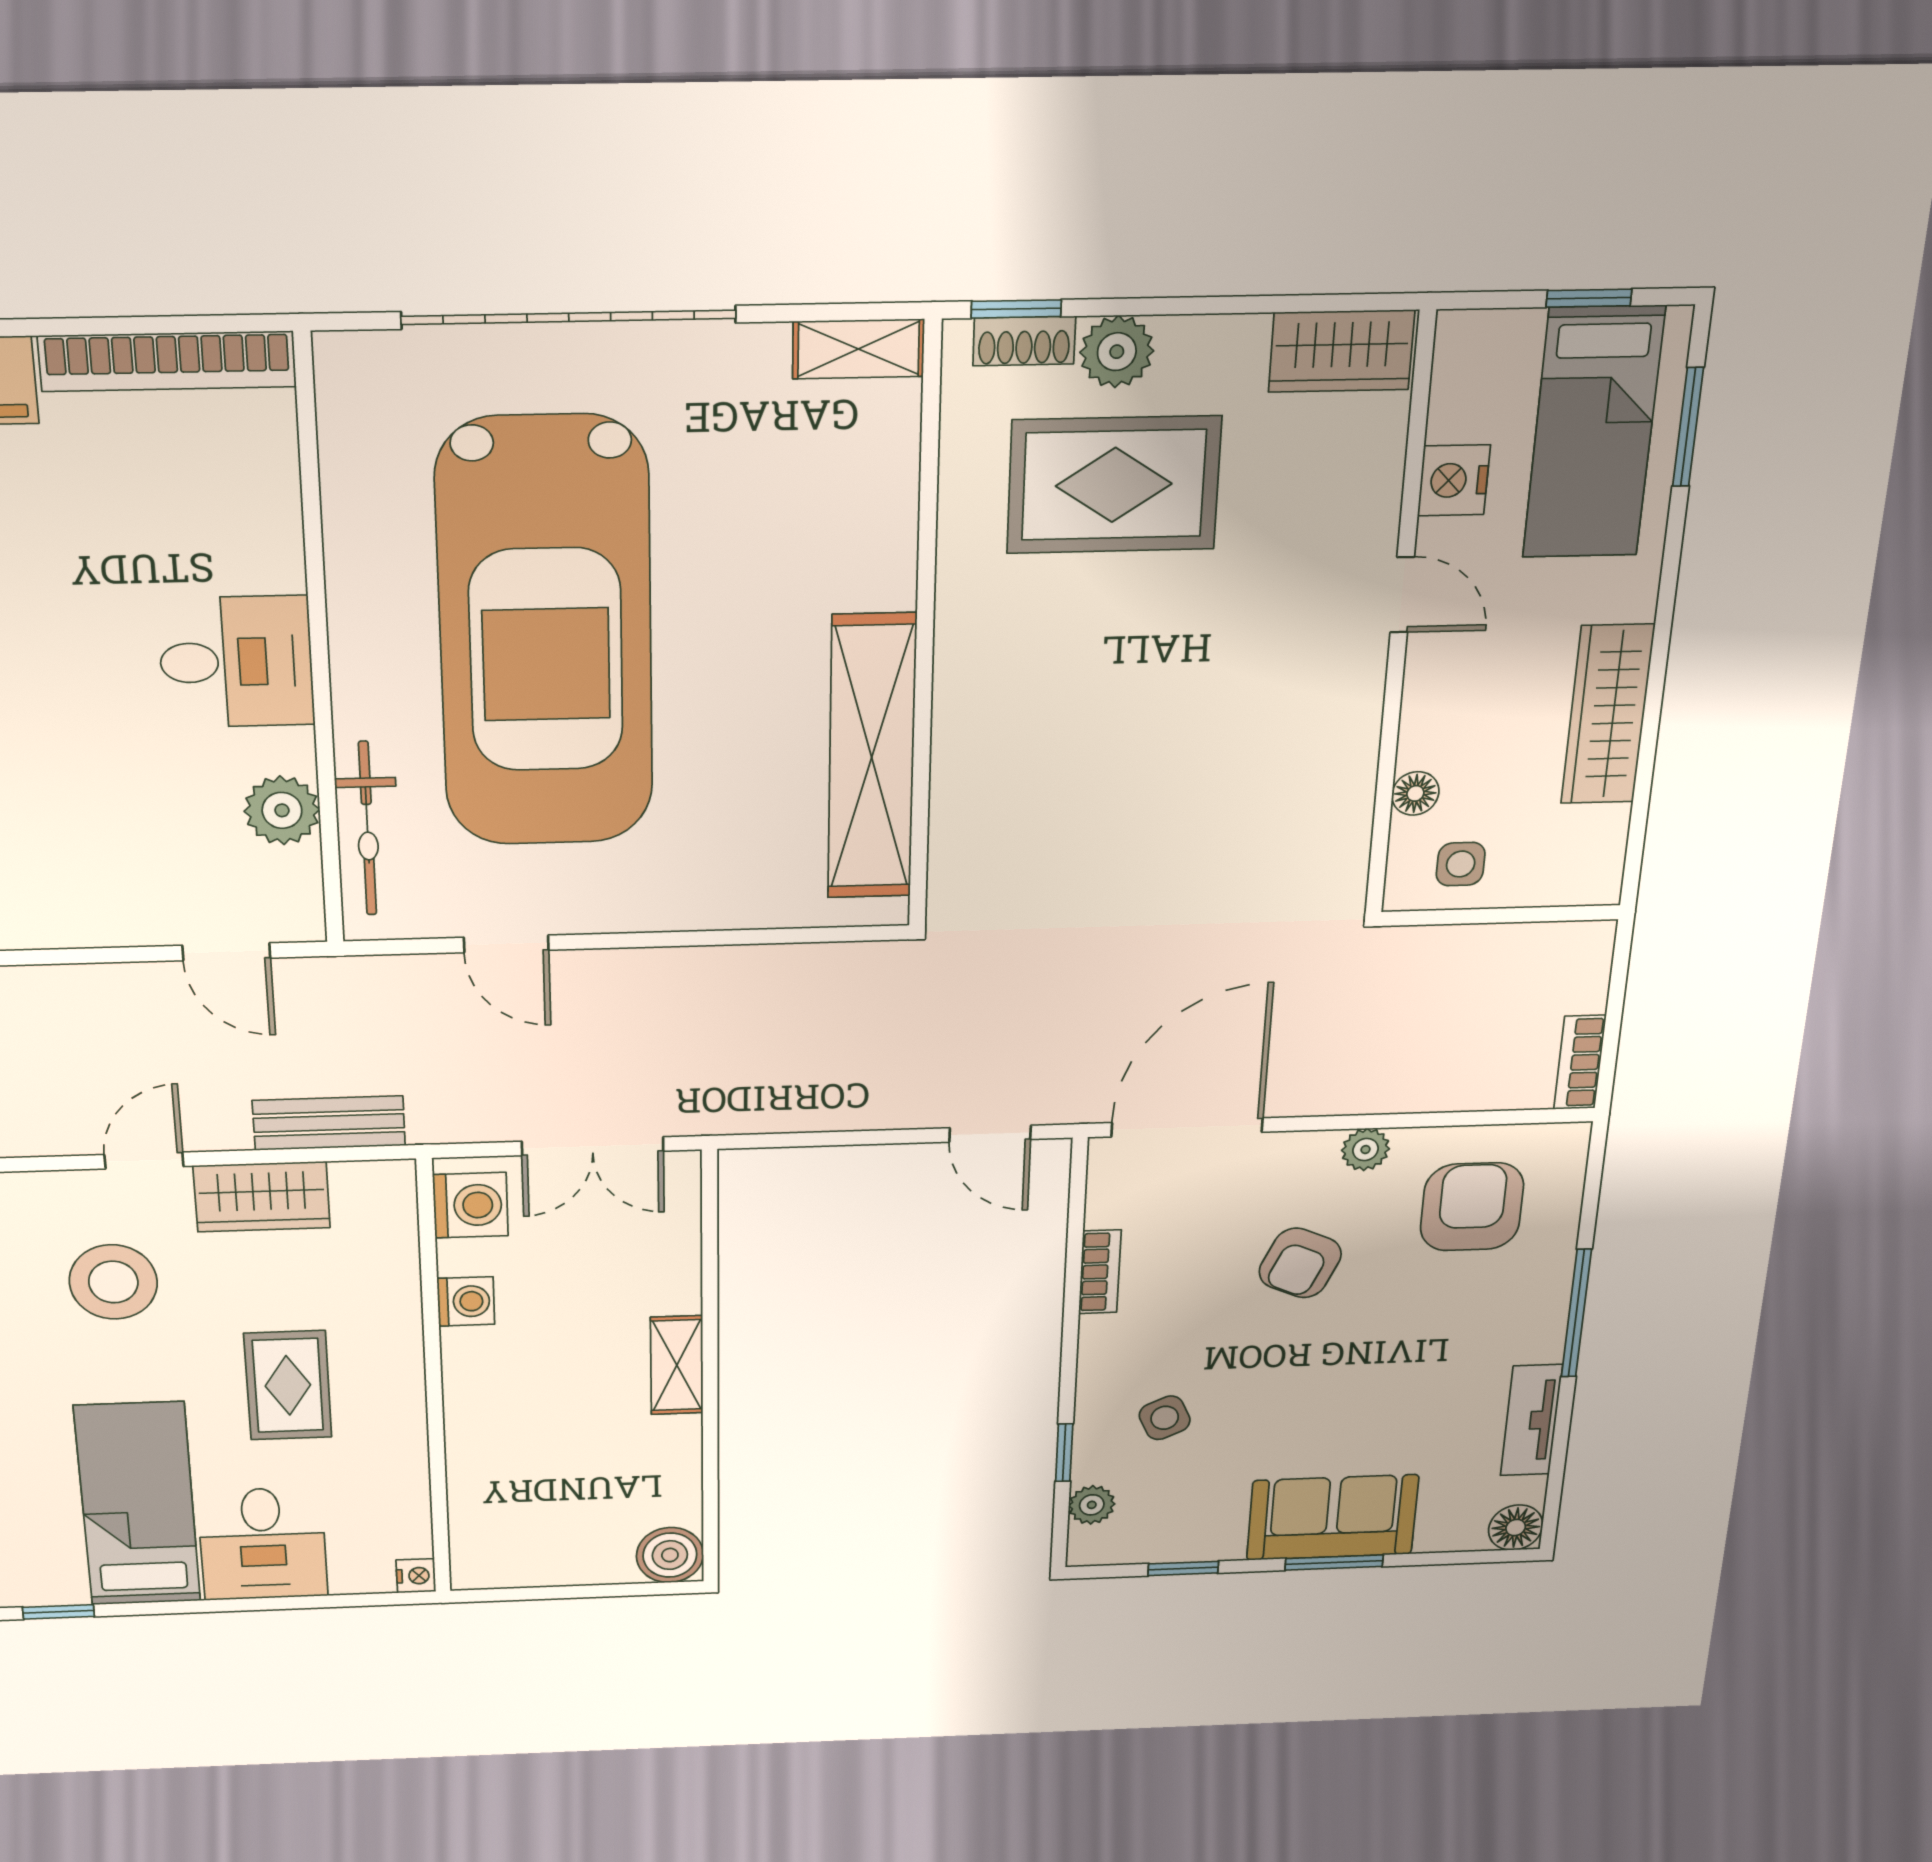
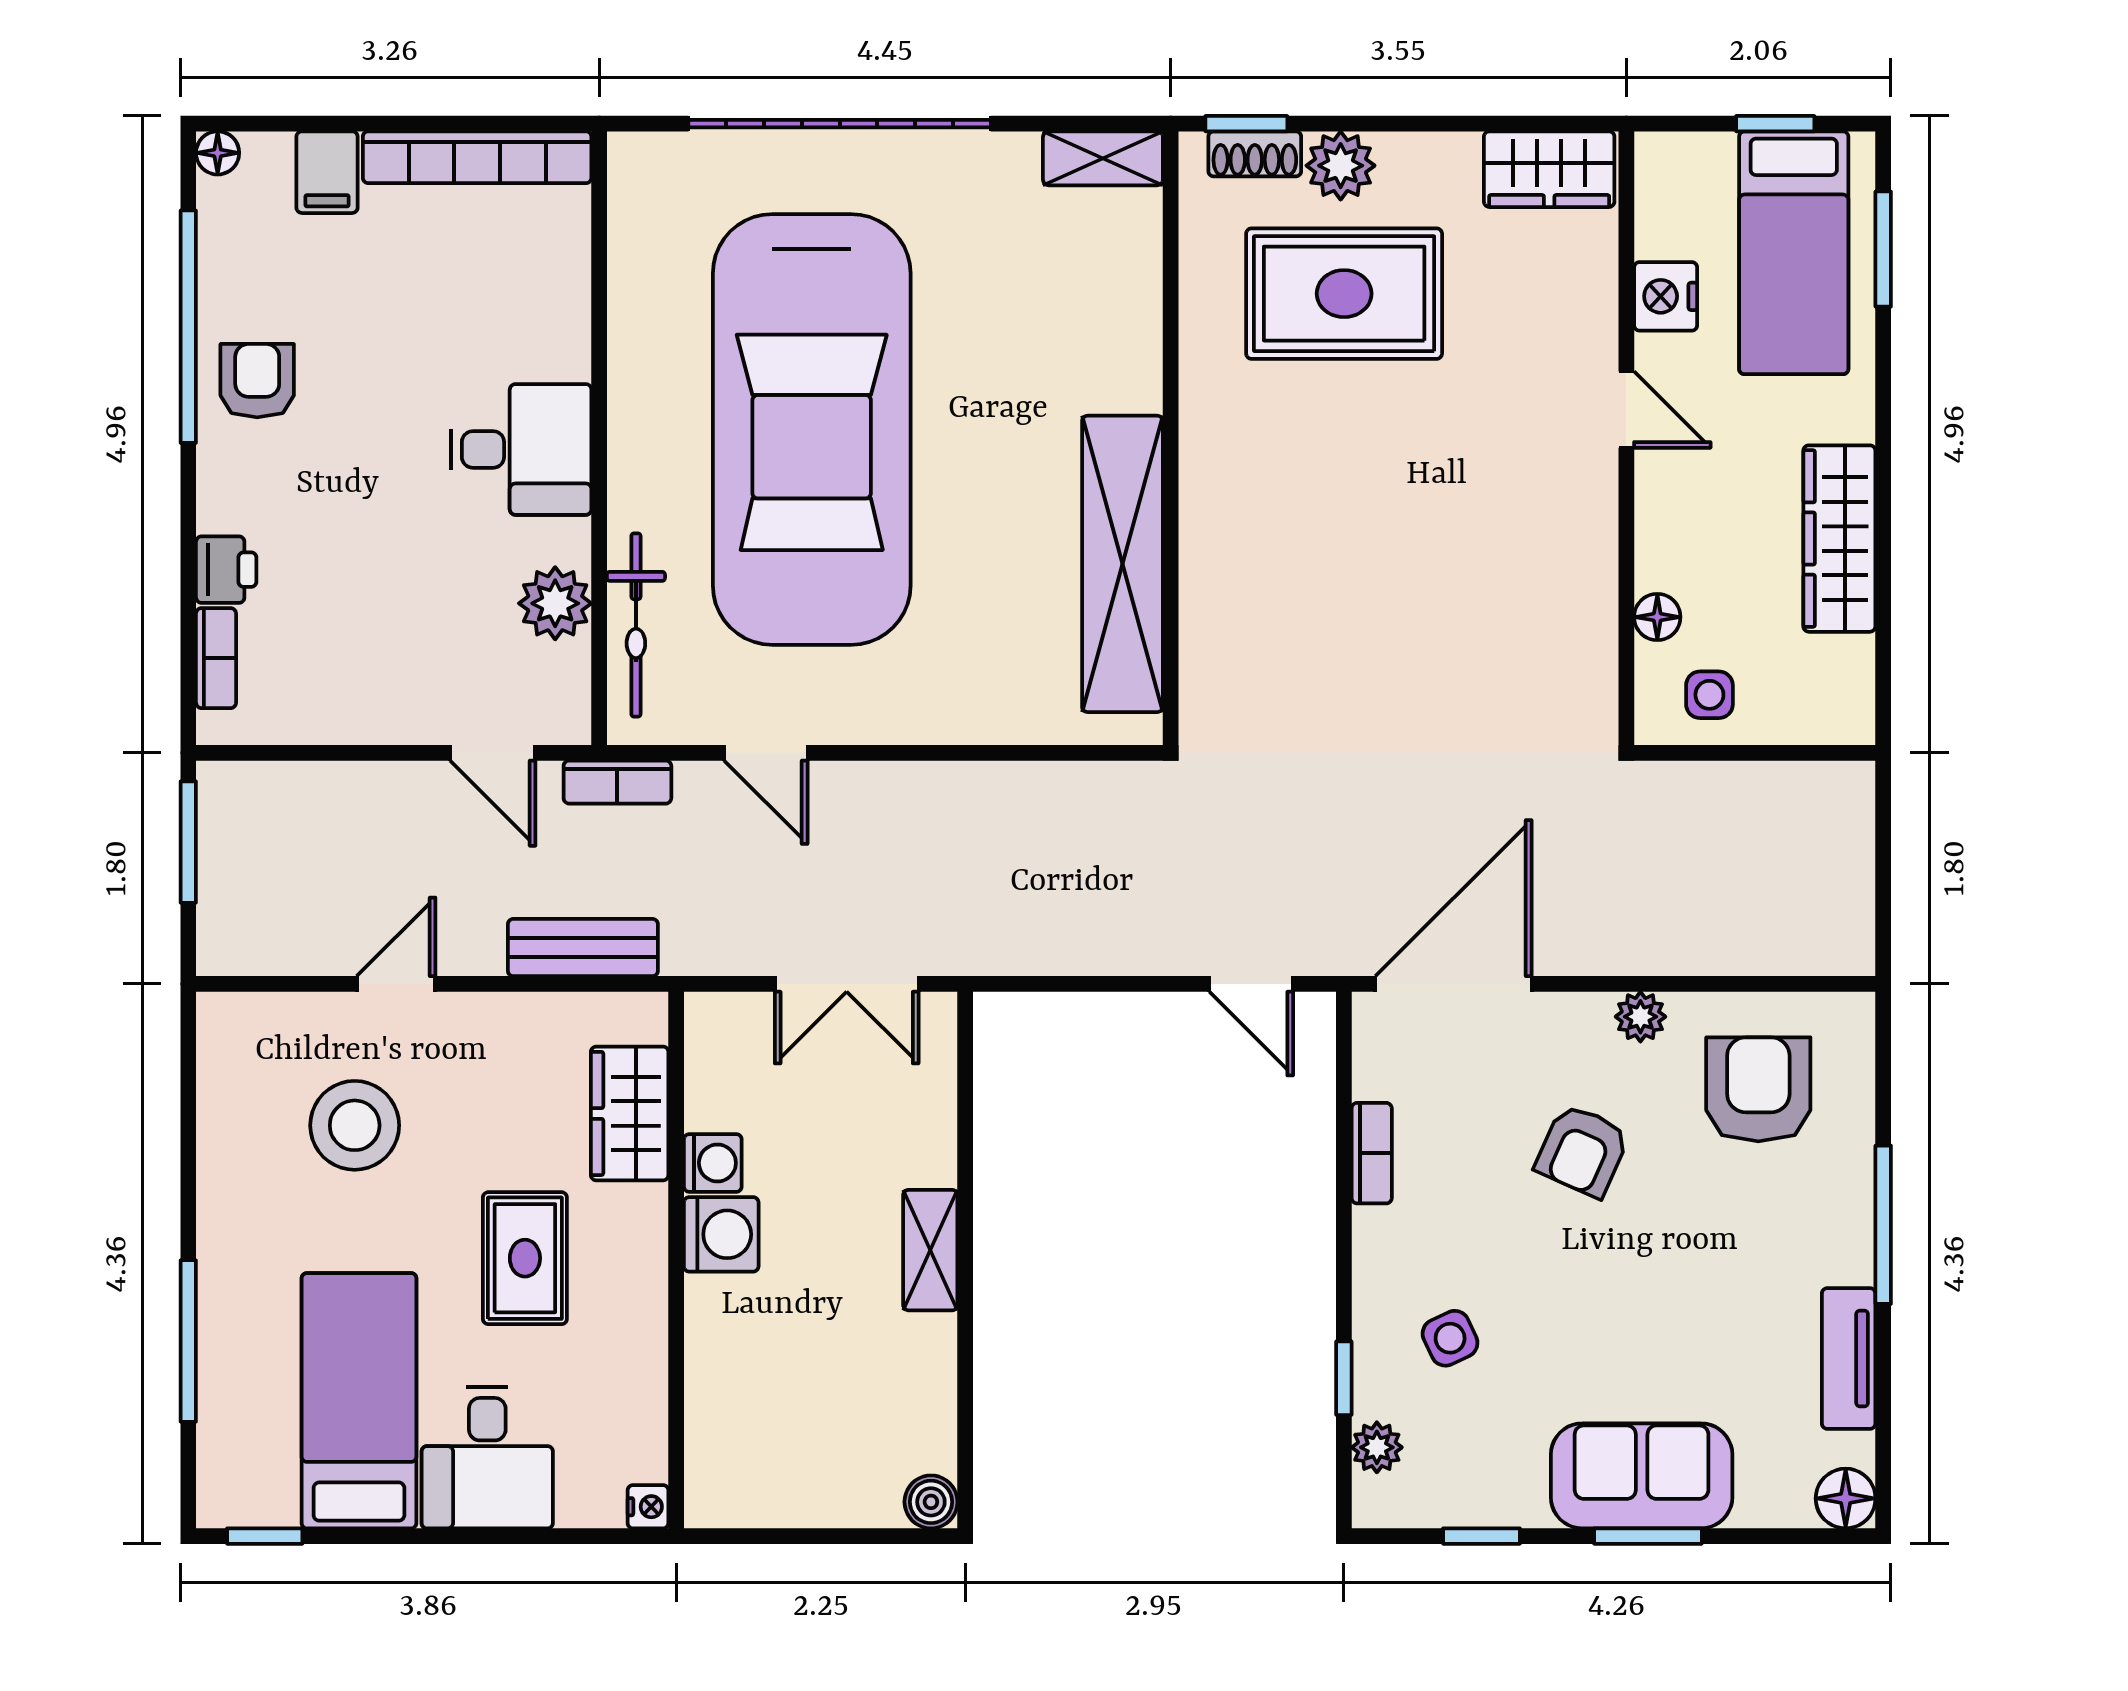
bookcase: (1580, 1062) -> (617, 782), moved, turned -90
wardrobe: (262, 1197) -> (630, 1113), moved, turned 90
washing machine: (470, 1205) -> (721, 1234), moved
boiler: (670, 1555) -> (931, 1502), width x0.73, depth x0.73

